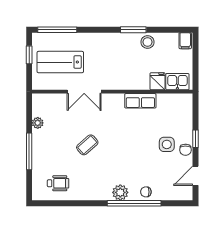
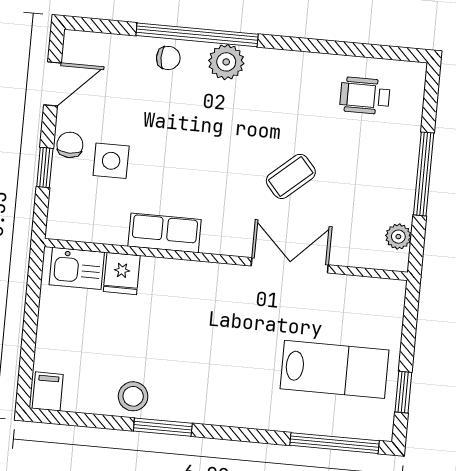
fridge: (157, 81) -> (122, 274), moved
kitchen sink: (177, 82) -> (77, 268), moved
double door: (84, 92) -> (290, 265), moved
wall: (112, 92) -> (226, 259), moved
row of seats: (140, 101) -> (165, 233), moved

